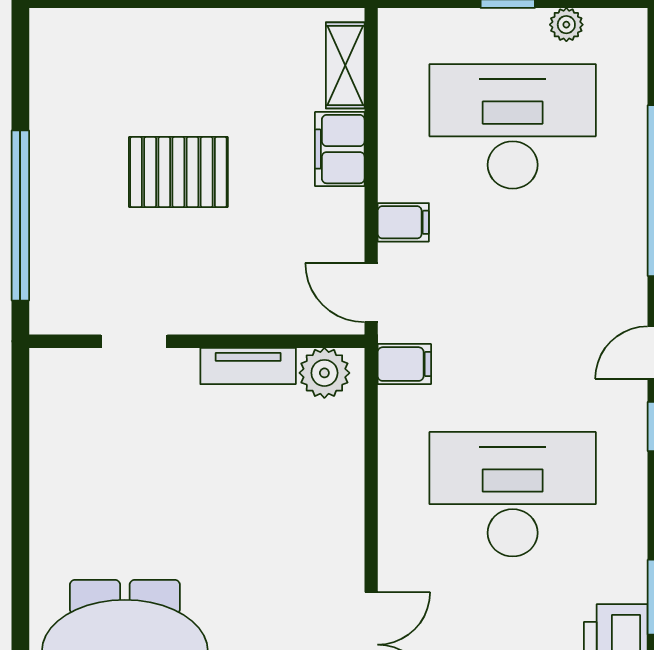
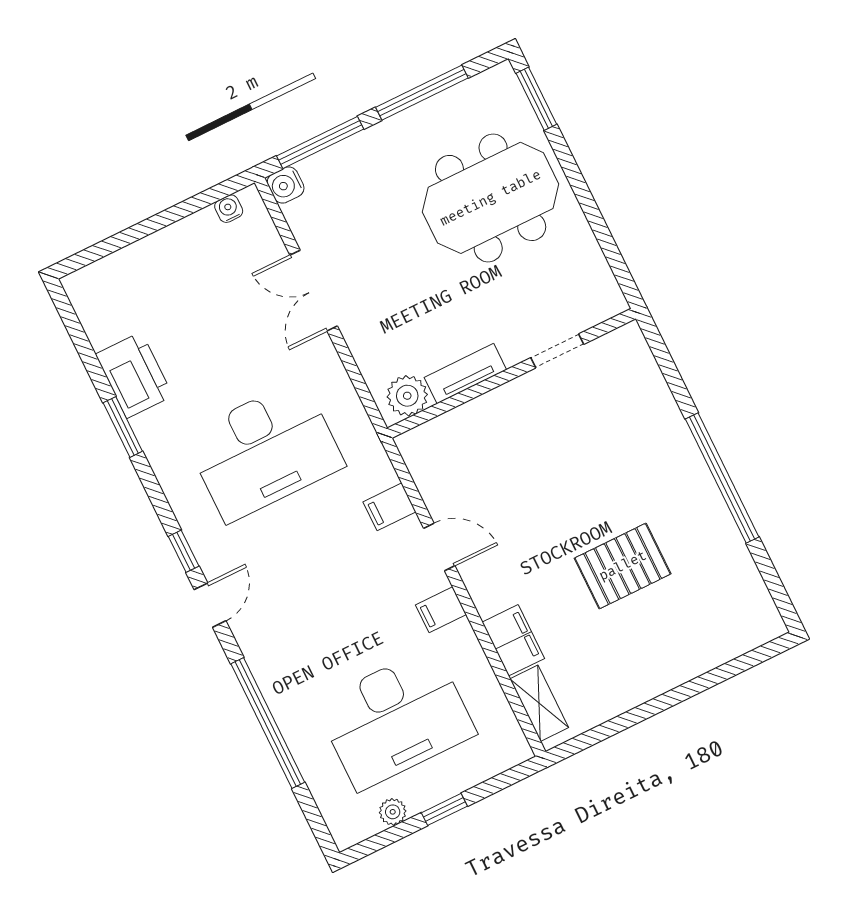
doorway: (134, 341) -> (557, 351), moved
wall: (197, 341) -> (512, 373), moved
tv unit: (248, 366) -> (465, 374), moved
plant: (324, 373) -> (407, 396), moved

